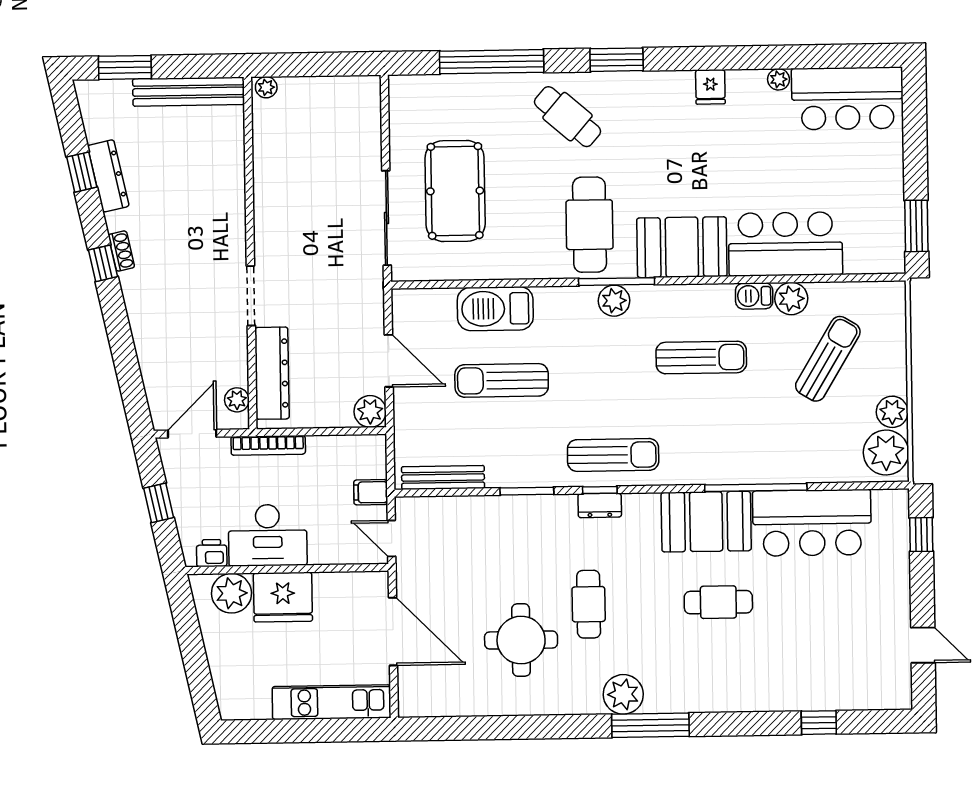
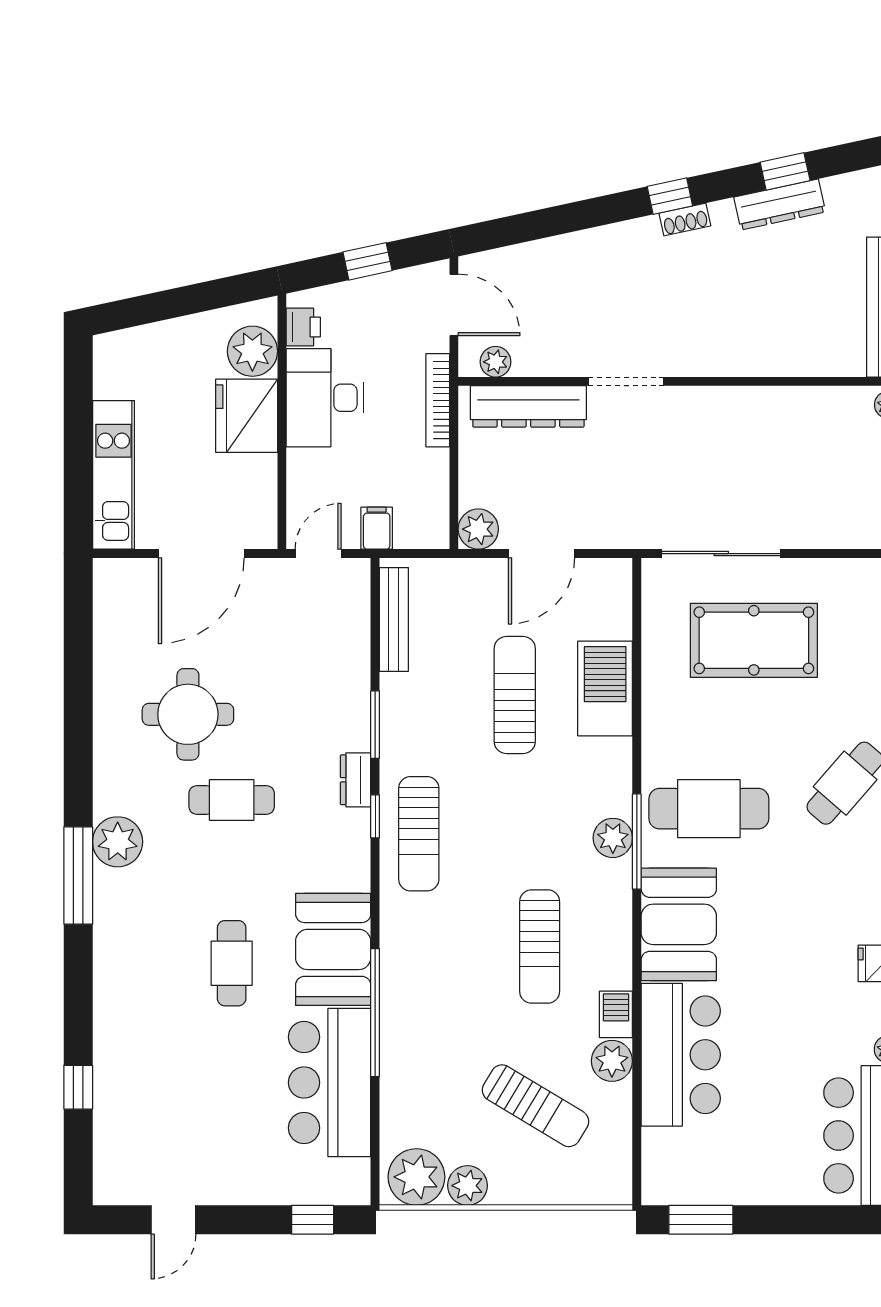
dresser: (600, 505) -> (356, 780), moved

